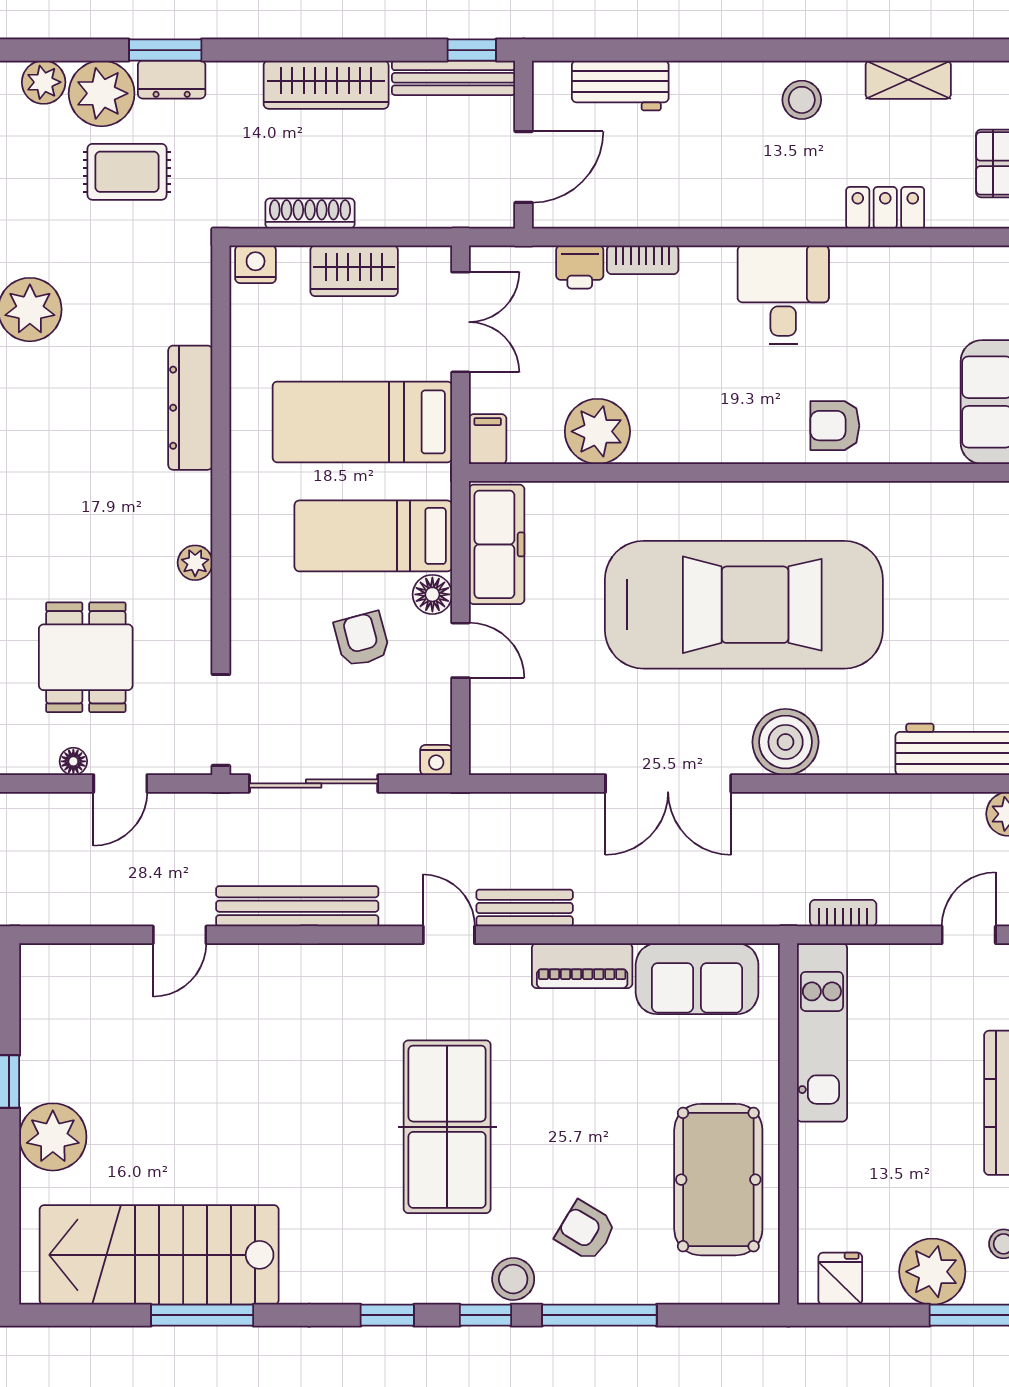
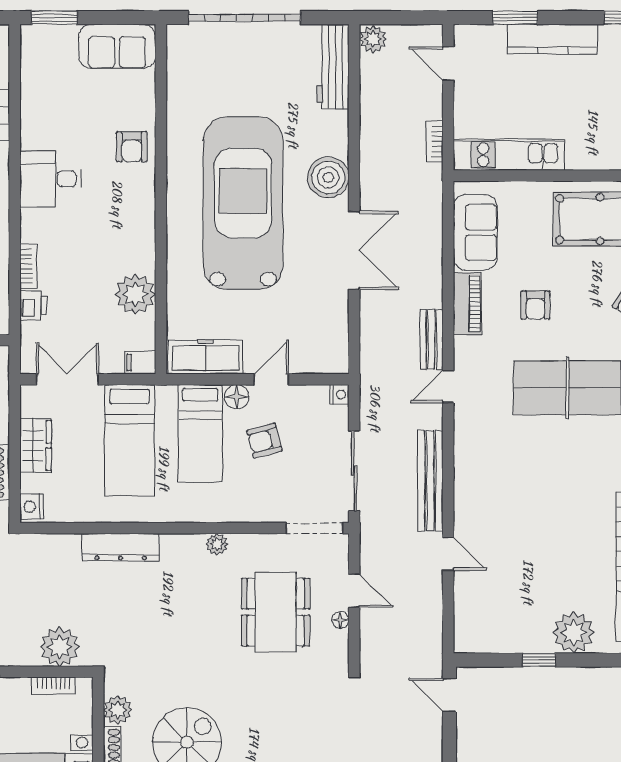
dining table: (86, 657) -> (276, 612), width x1.38
armchair: (580, 1076) -> (536, 305), added

